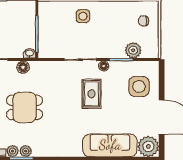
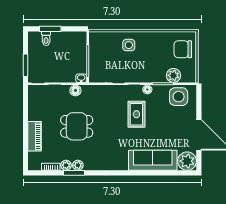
chair: (144, 21) -> (183, 49), width x1.87, depth x1.87
side table: (139, 86) -> (179, 97), moved

